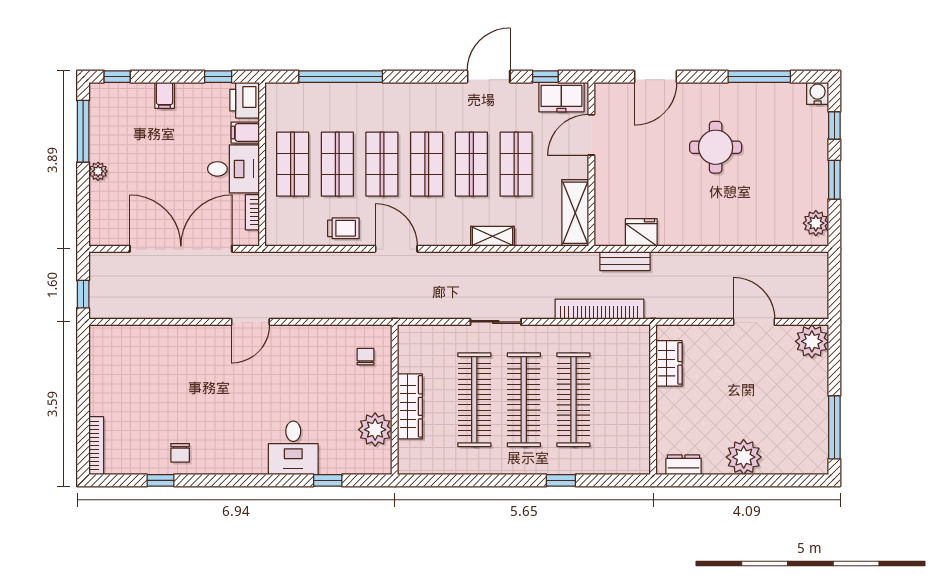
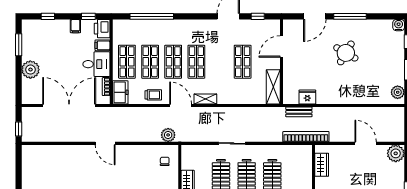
window: (117, 77) -> (48, 16), moved
window: (759, 77) -> (350, 16), moved
filing cabinet: (165, 95) -> (75, 26), moved
freezer: (561, 97) -> (120, 92), moved, turned -90
window: (83, 131) -> (19, 45), width x0.69
round table: (716, 147) -> (346, 53), turned 30
shop shelf: (471, 164) -> (219, 62), removed
plant: (98, 171) -> (30, 70), width x1.88, depth x1.88
shelving: (492, 236) -> (205, 99), moved
plant: (372, 306) -> (168, 135), added
bookcase: (599, 309) -> (306, 137), moved
door: (250, 322) -> (105, 143), hinge flipped

